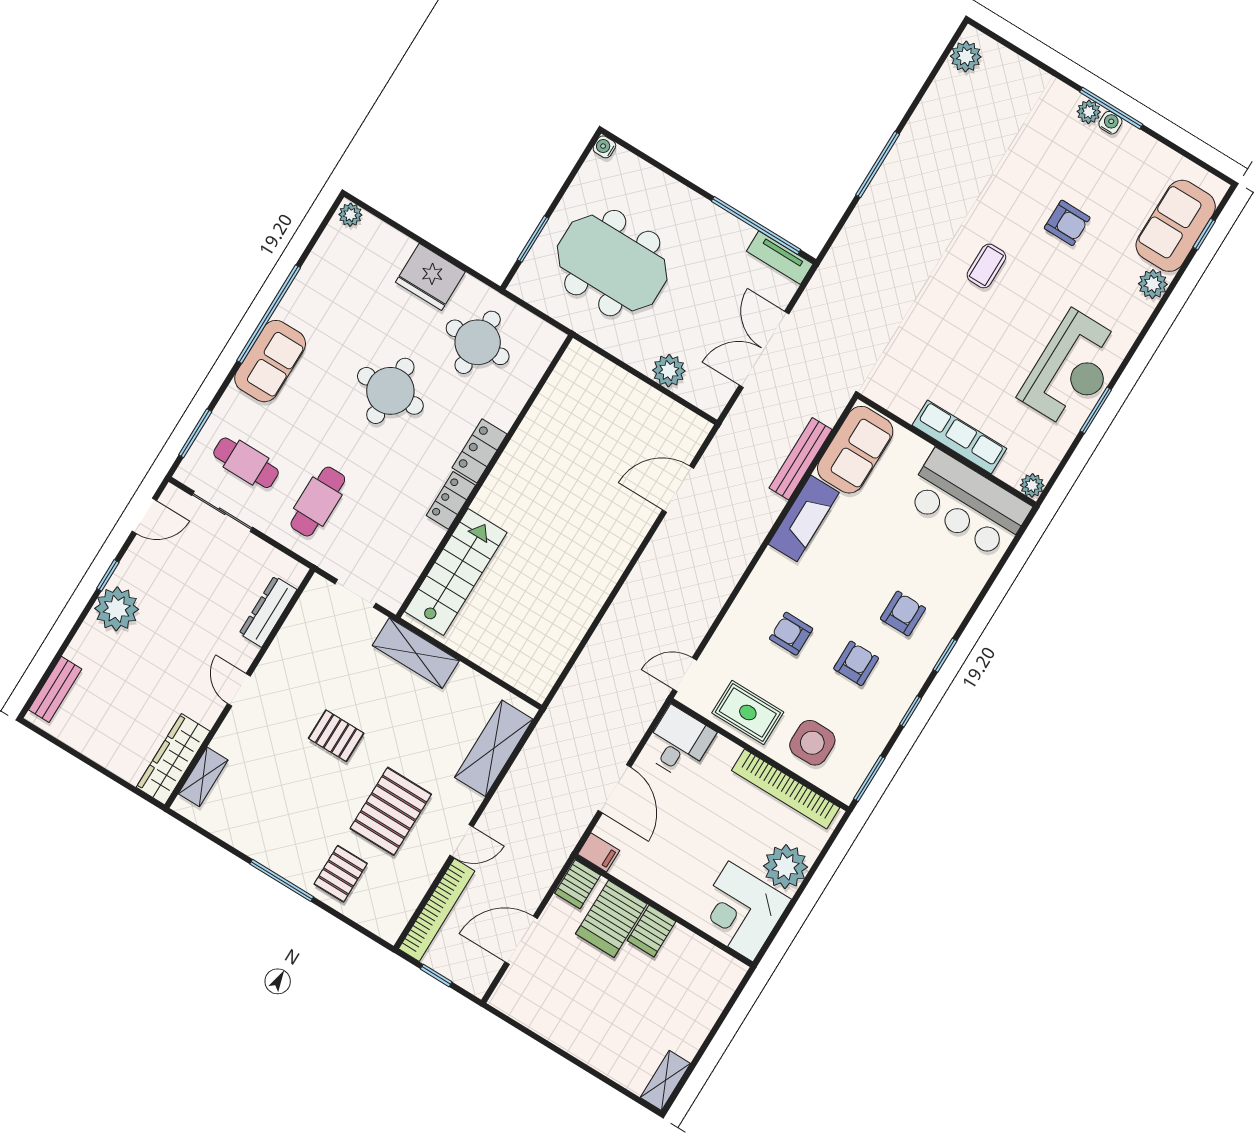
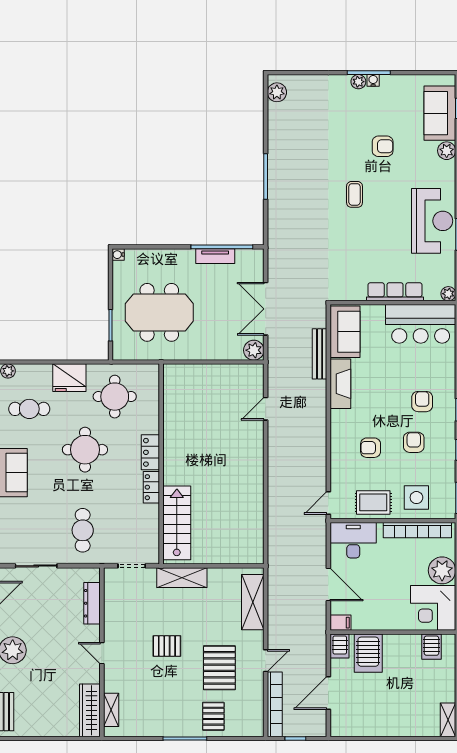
tv unit: (780, 258) -> (215, 256), moved
plant: (669, 371) -> (254, 350), moved
cafe table: (246, 463) -> (29, 409), moved
door: (678, 489) -> (266, 409), width x0.73
desk: (679, 743) -> (353, 540), width x1.37
server rack: (651, 931) -> (431, 647), moved

